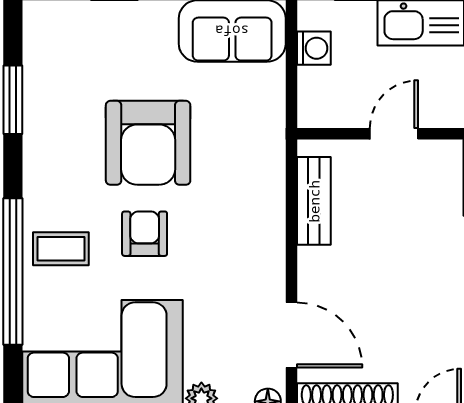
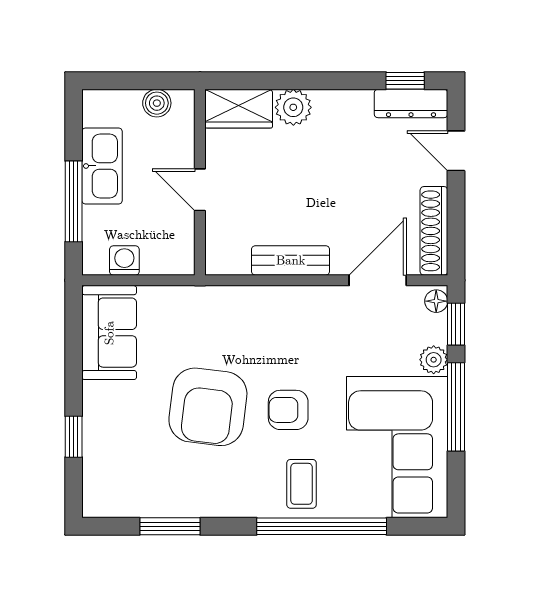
armchair: (148, 143) -> (208, 407), turned 97
bench: (314, 201) -> (291, 260), moved

